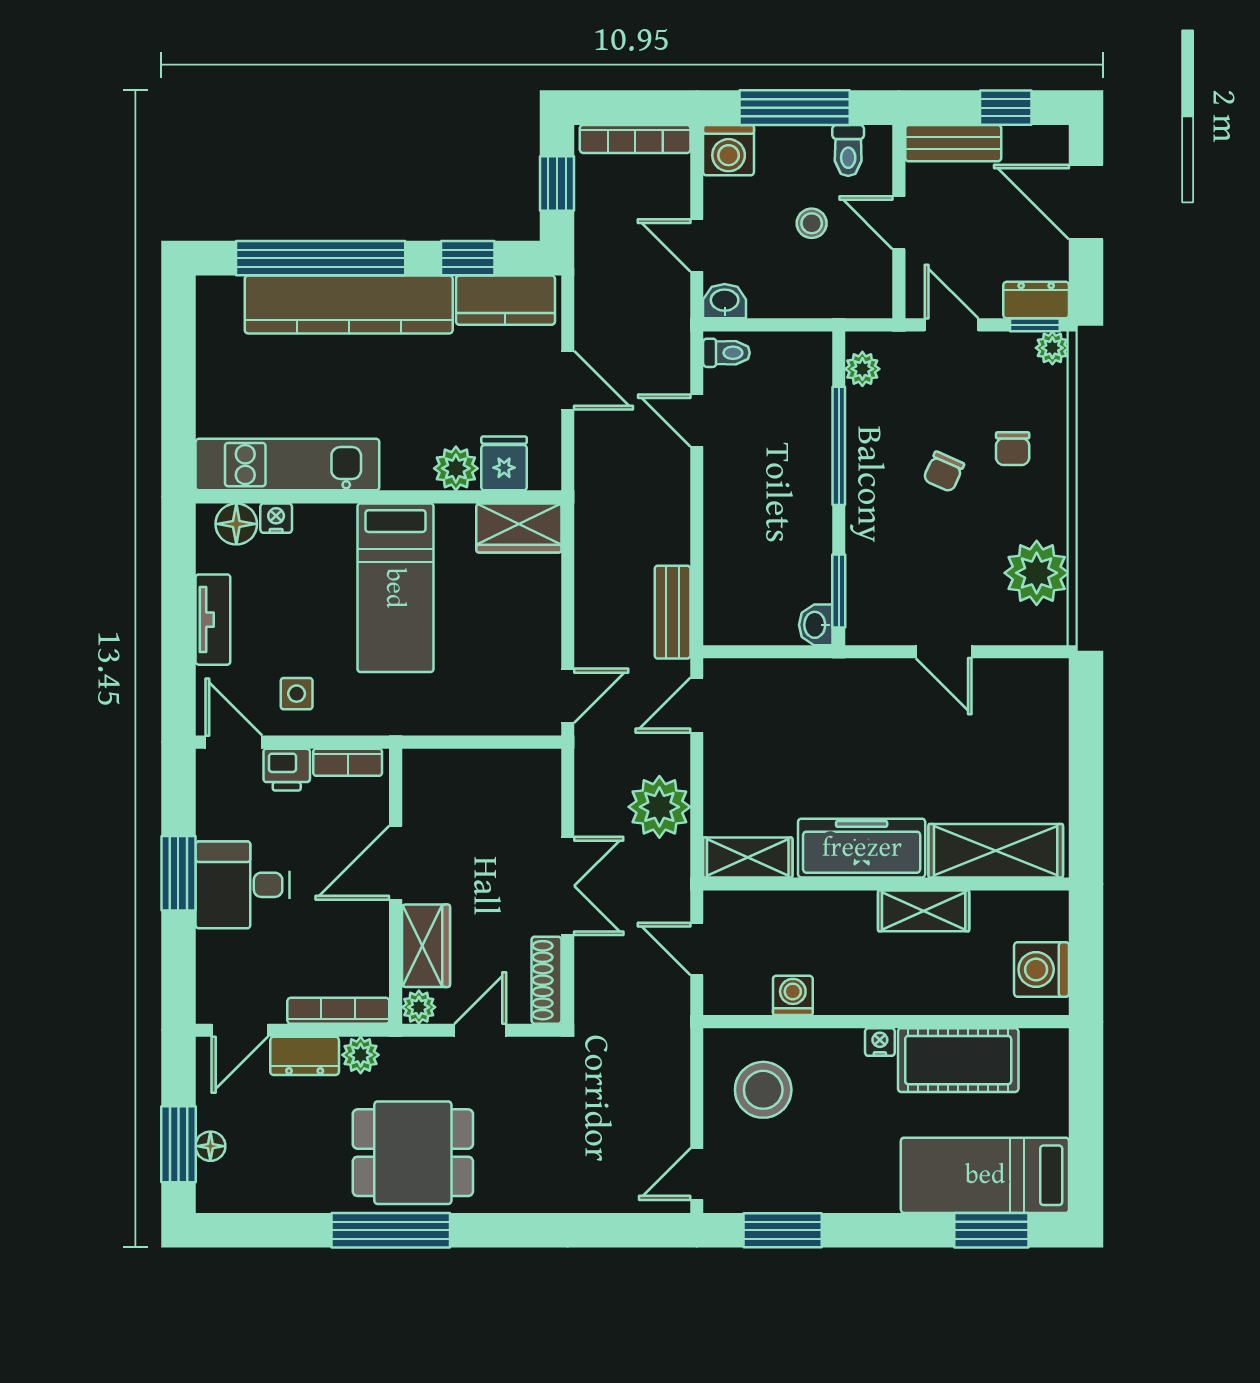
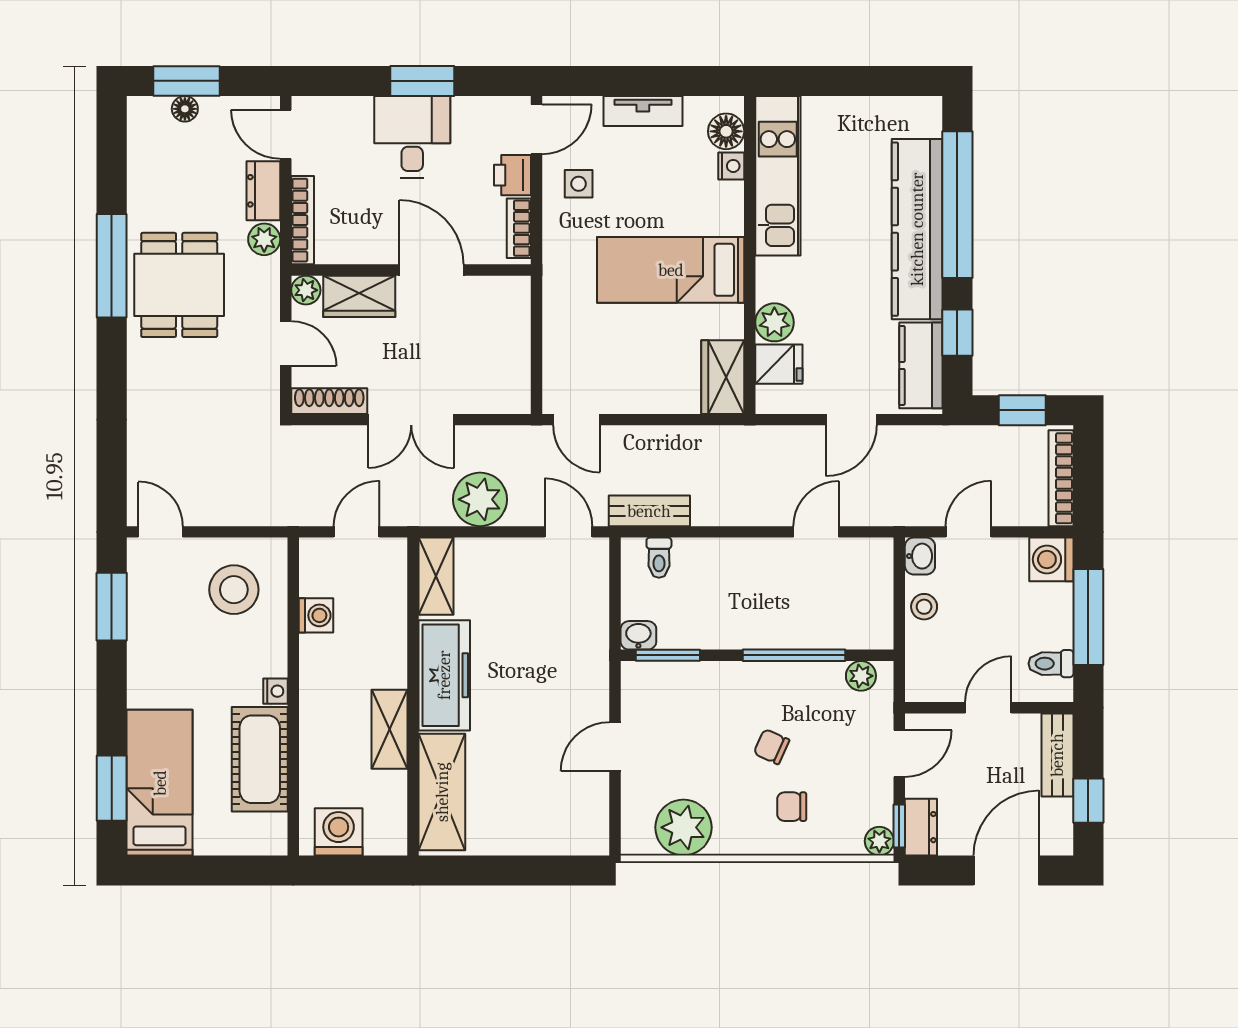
stool: (812, 223) -> (924, 607), moved
toilet: (726, 353) -> (659, 558), moved

